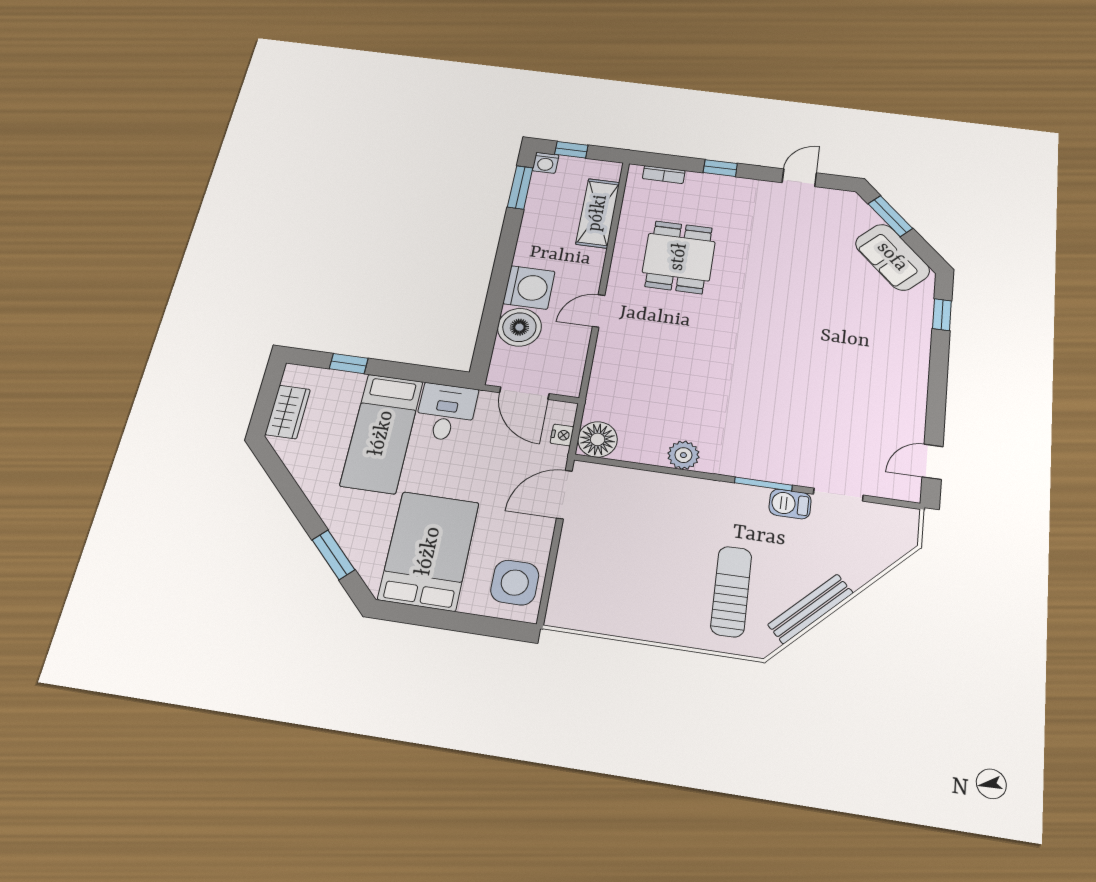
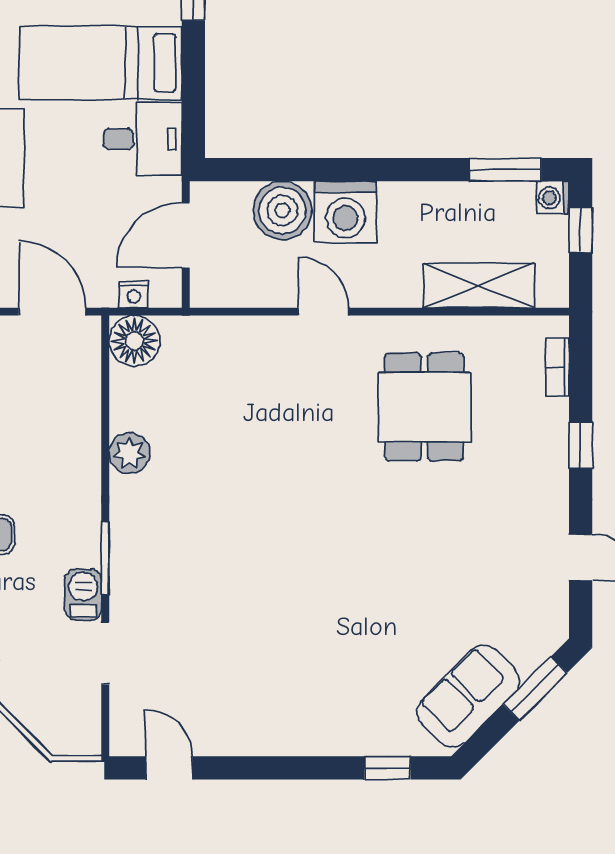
dining table: (679, 257) -> (424, 407), turned 90

